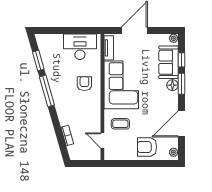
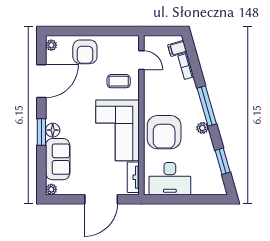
window: (181, 60) -> (41, 162), removed
armchair: (84, 84) -> (164, 132), width x1.88, depth x1.88
plant: (54, 87) -> (202, 128), added
window: (47, 91) -> (207, 106), moved
armchair: (147, 147) -> (85, 52), turned 90
filing cabinet: (74, 150) -> (177, 48), added

